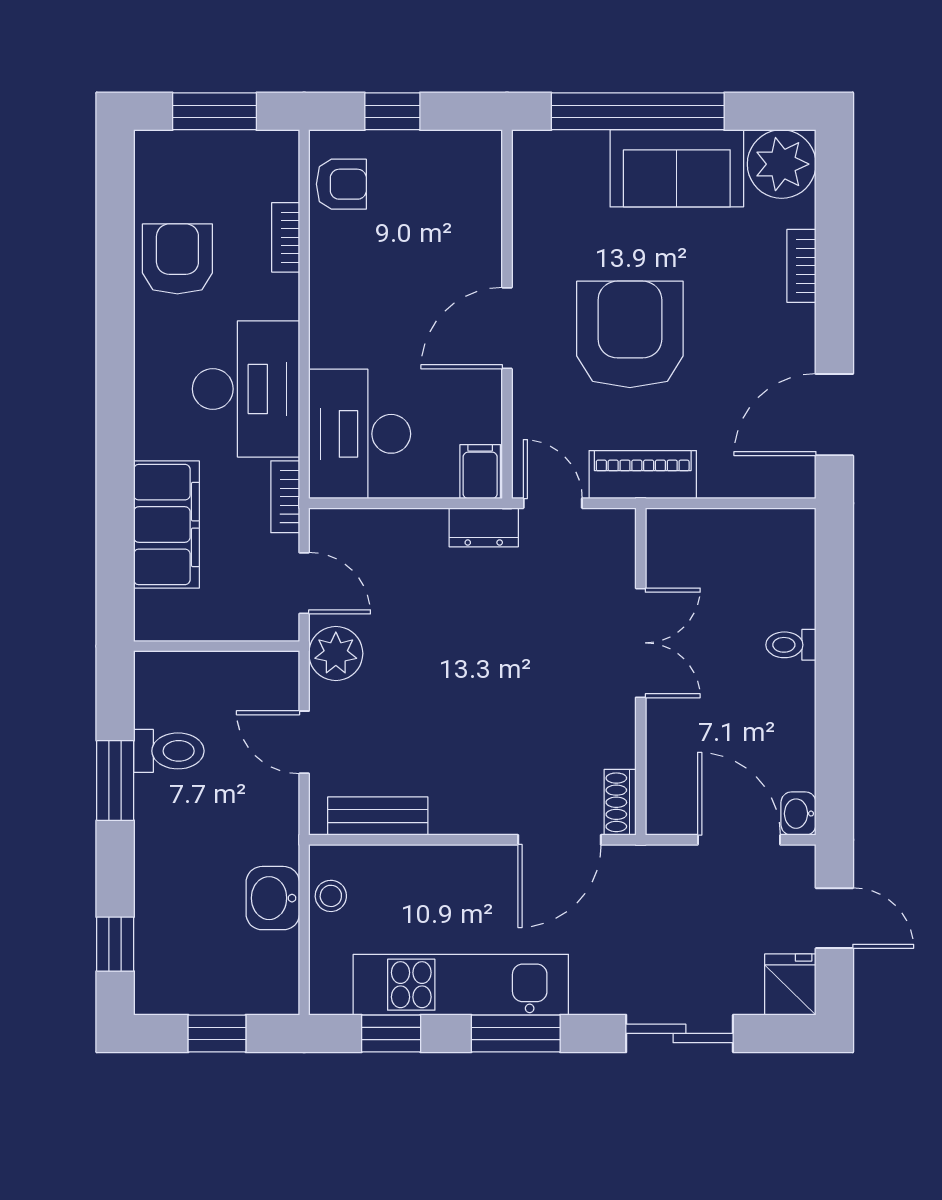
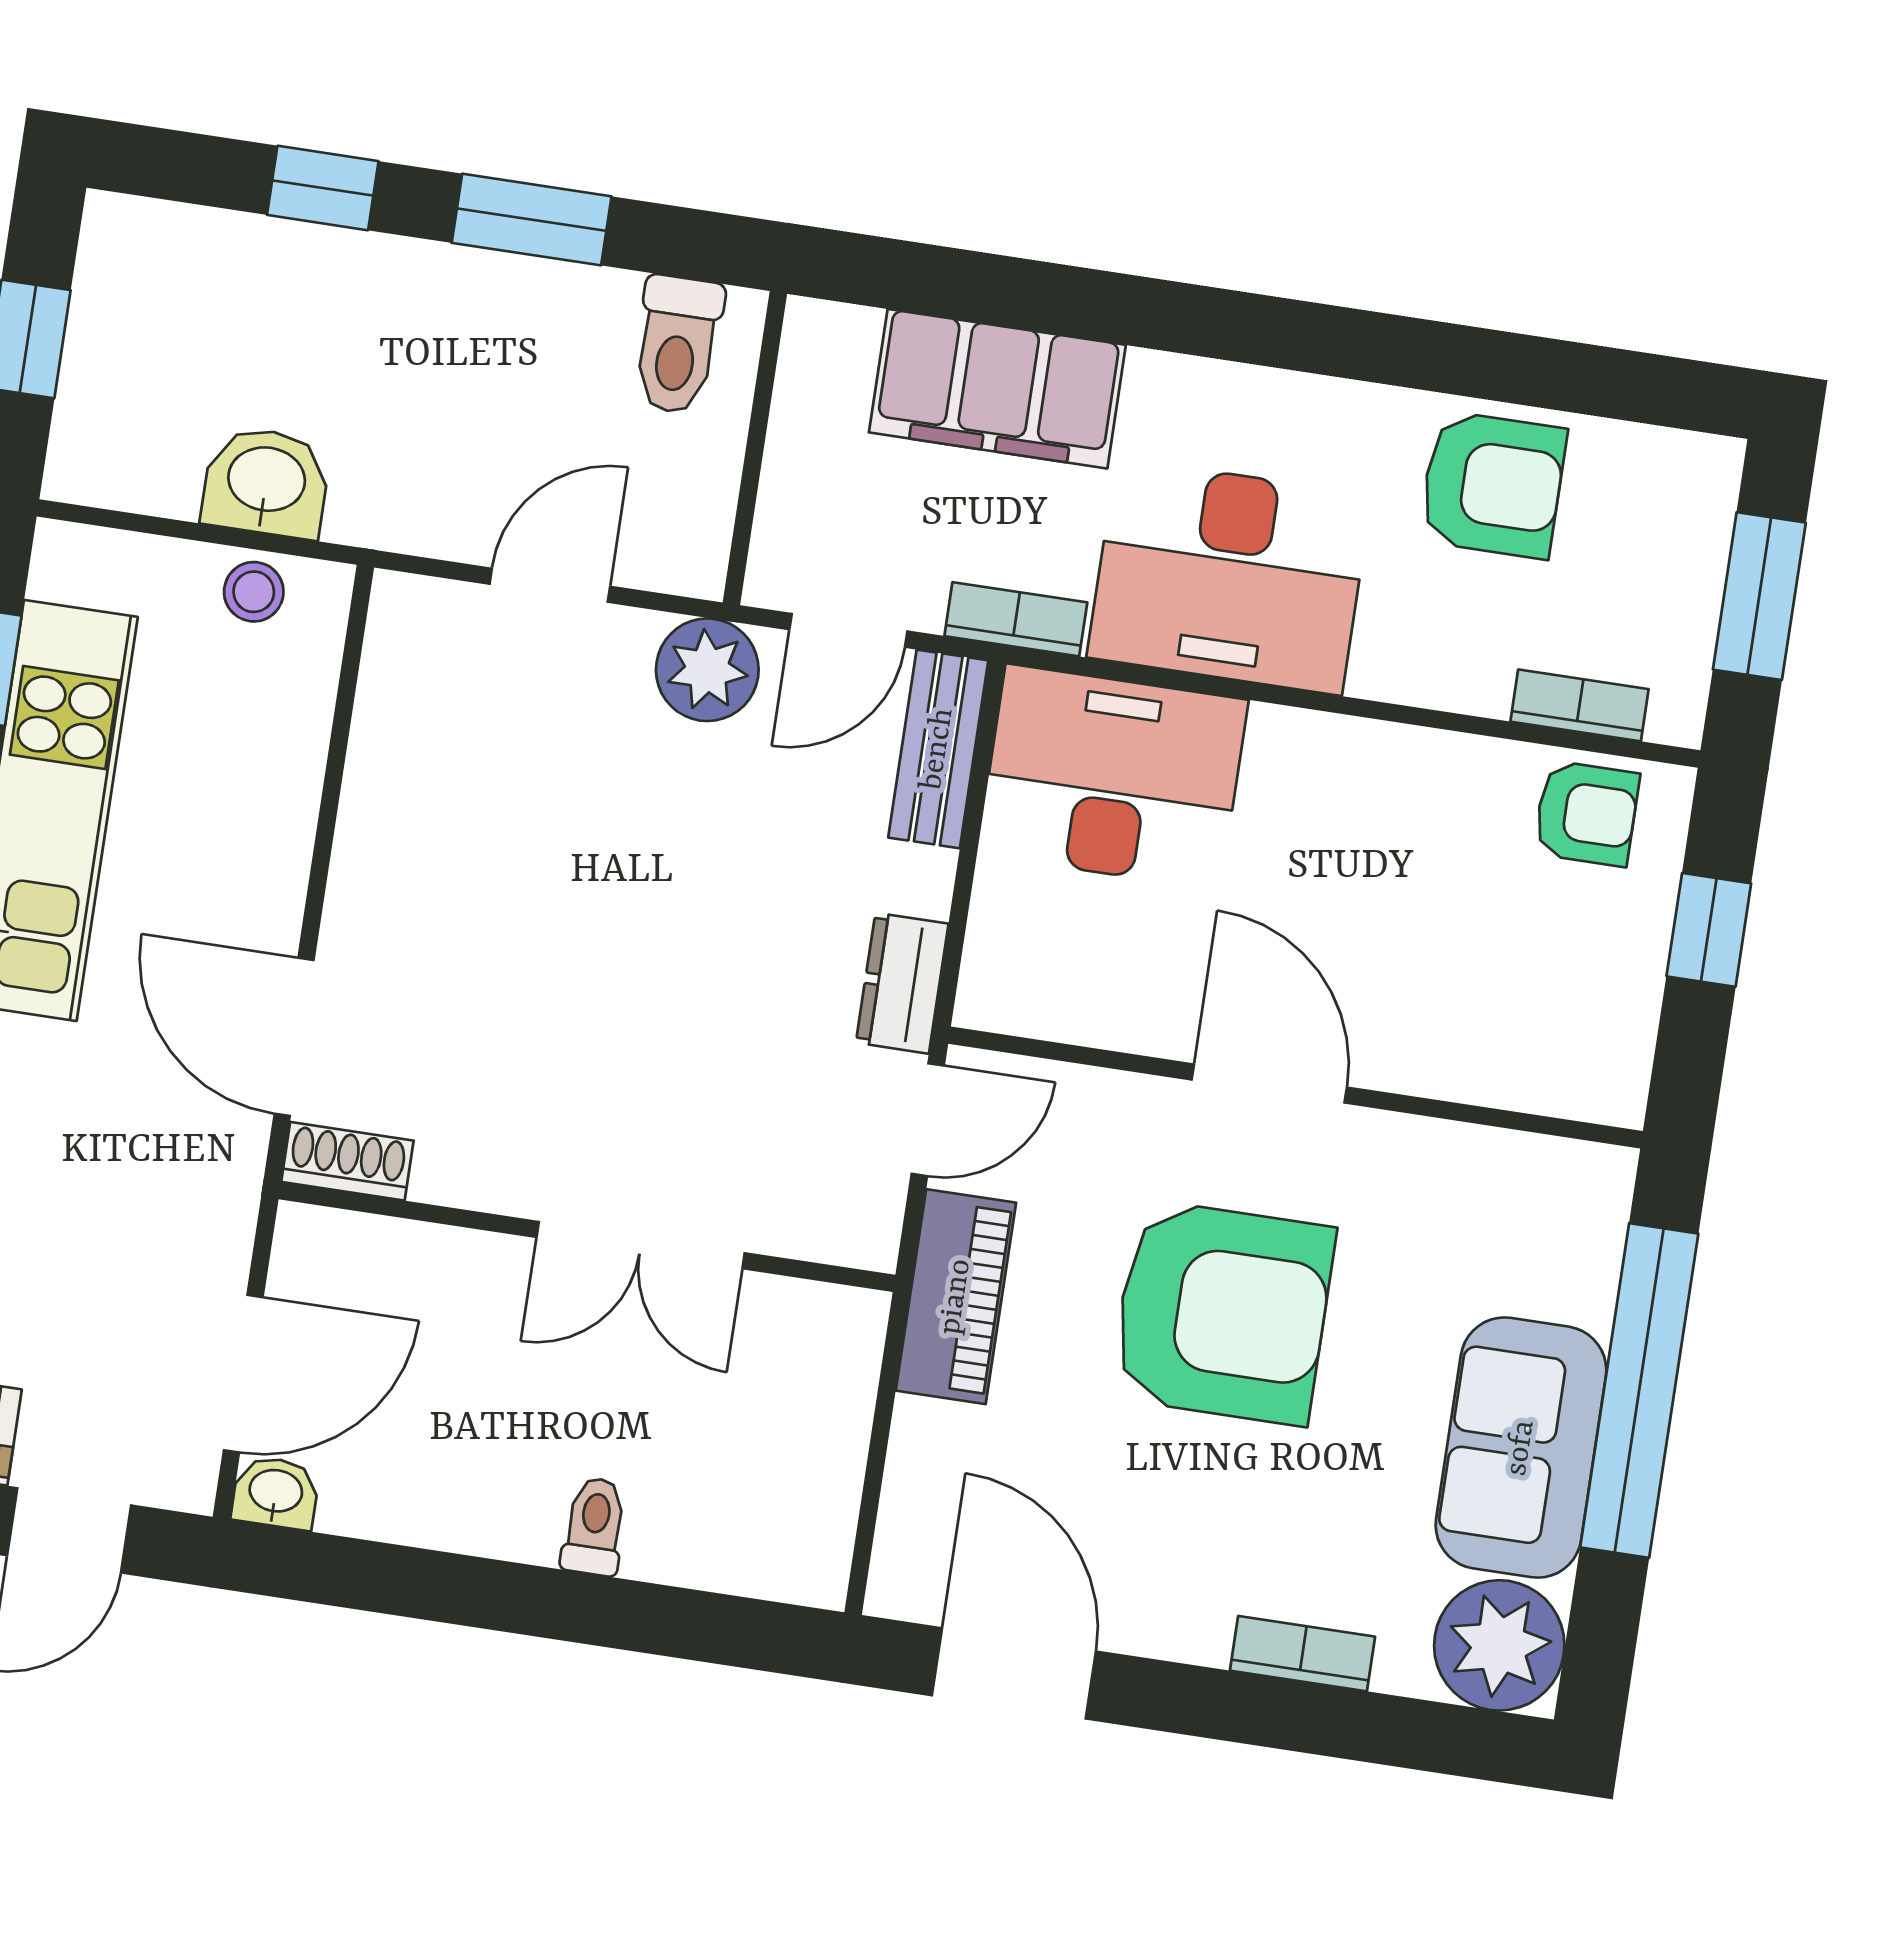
armchair: (341, 184) -> (1586, 813), turned -90
bookcase: (286, 237) -> (1579, 705), moved
filing cabinet: (480, 472) -> (1008, 992), removed
toilet: (169, 751) -> (677, 345), moved
bench: (378, 816) -> (938, 749), moved
window: (115, 944) -> (323, 188), moved

